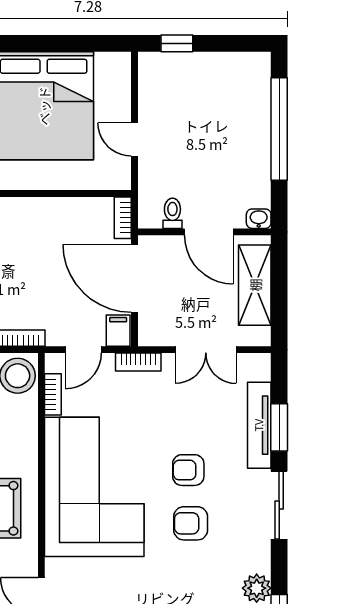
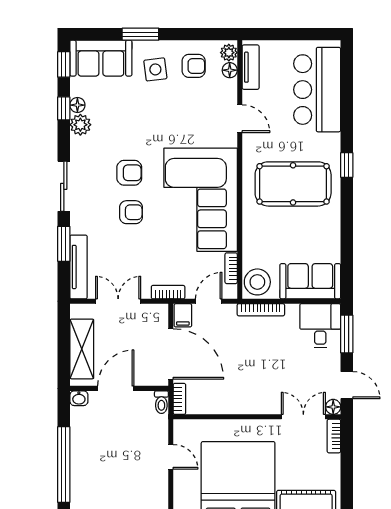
toilet: (172, 213) -> (161, 402), moved
door: (209, 232) -> (116, 388), hinge flipped
tv unit: (259, 425) -> (78, 267), moved

